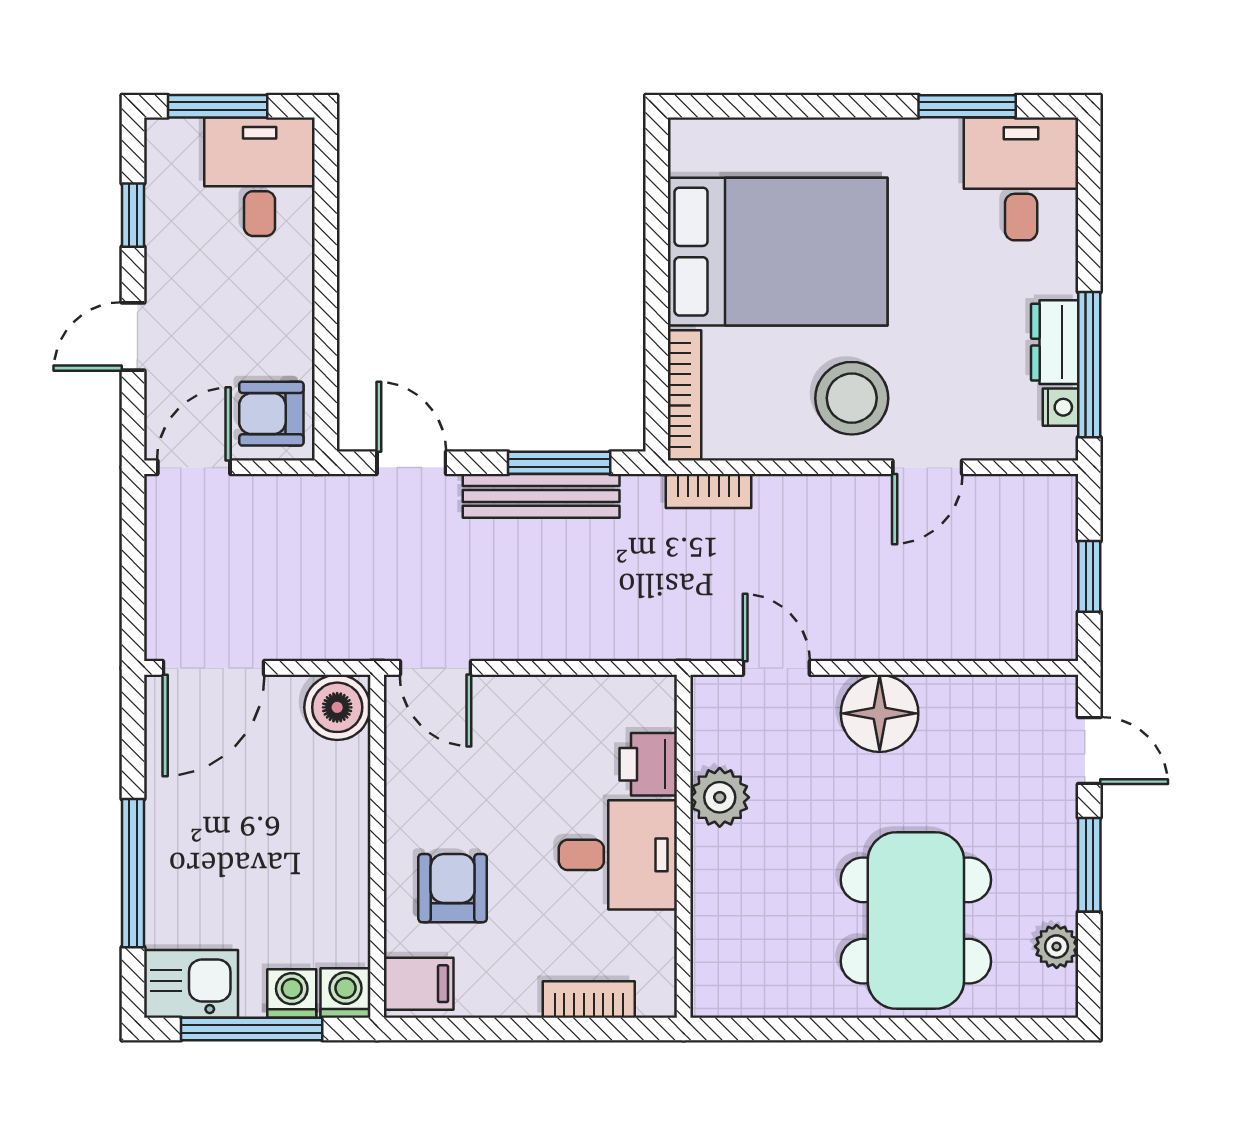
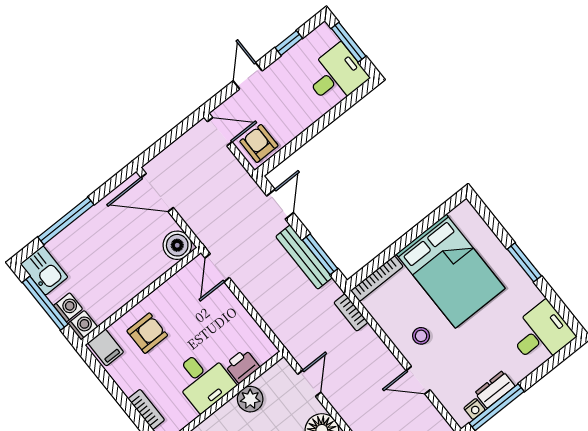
window: (967, 106) -> (524, 262), moved
door: (133, 336) -> (248, 76), hinge flipped
stool: (852, 398) -> (421, 336), width x0.53, depth x0.53

